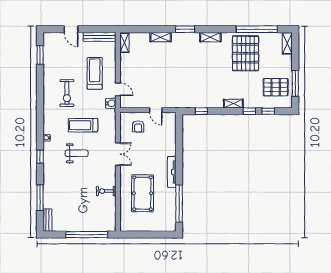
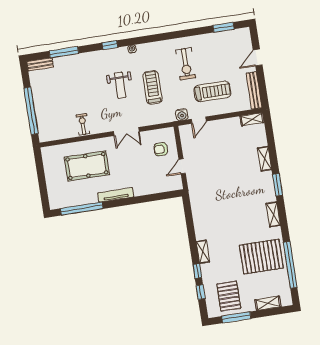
shelving: (287, 43) -> (268, 303), moved
exercise bike: (67, 93) -> (186, 64), turned -90
window: (201, 111) -> (189, 217), removed

